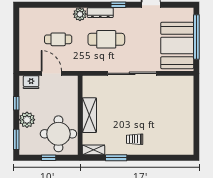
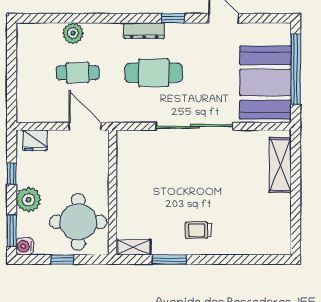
plant: (80, 14) -> (73, 33), moved
door: (51, 73) -> (85, 126), moved
shelving: (89, 115) -> (280, 165), moved
water cooler: (25, 149) -> (25, 246), added

